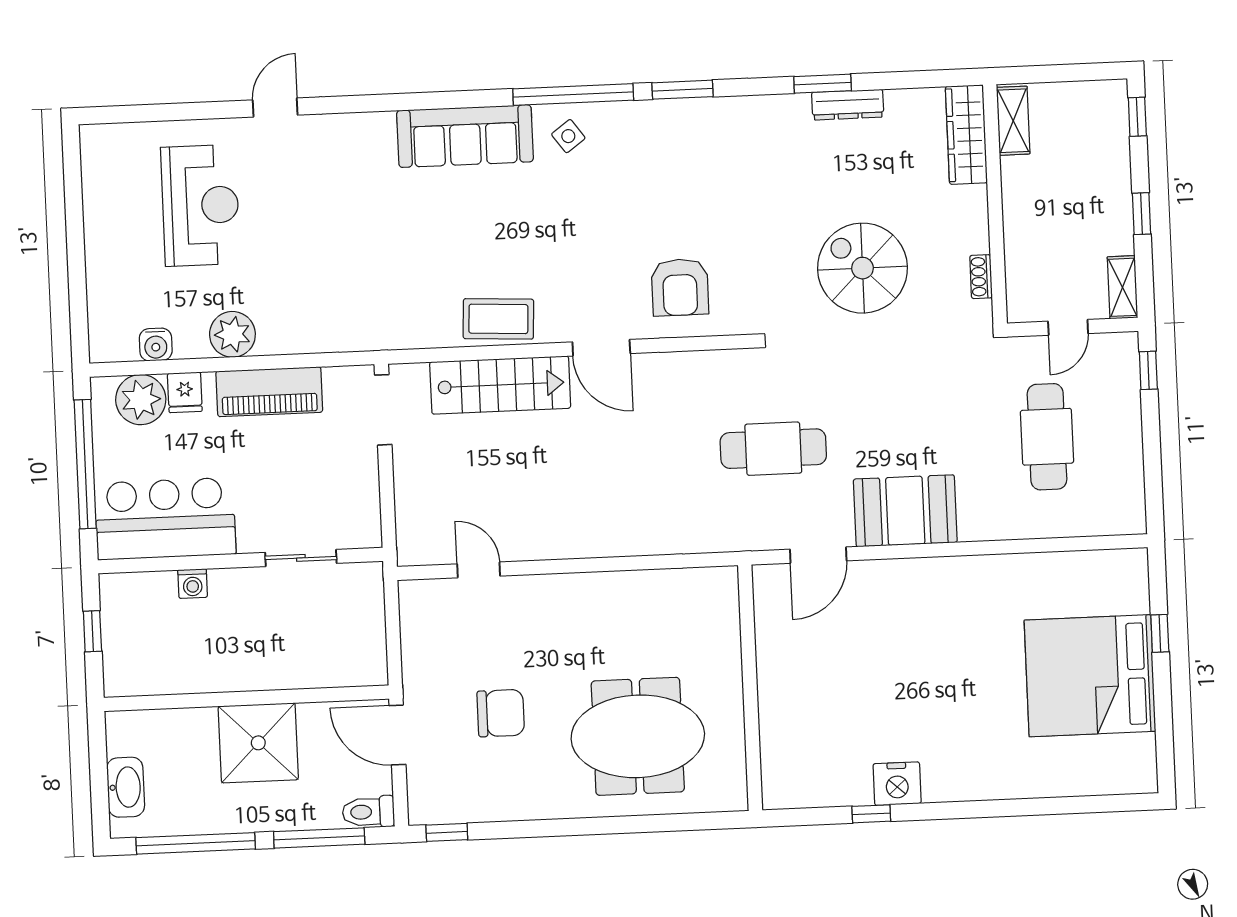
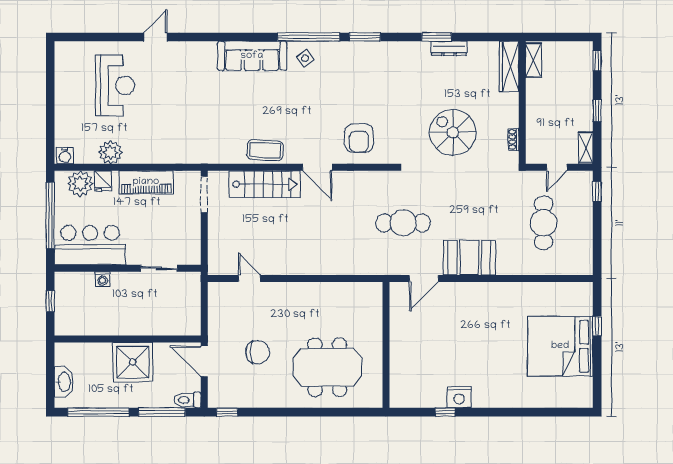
plant: (232, 334) -> (110, 152), moved
water cooler: (156, 345) -> (65, 156), moved

